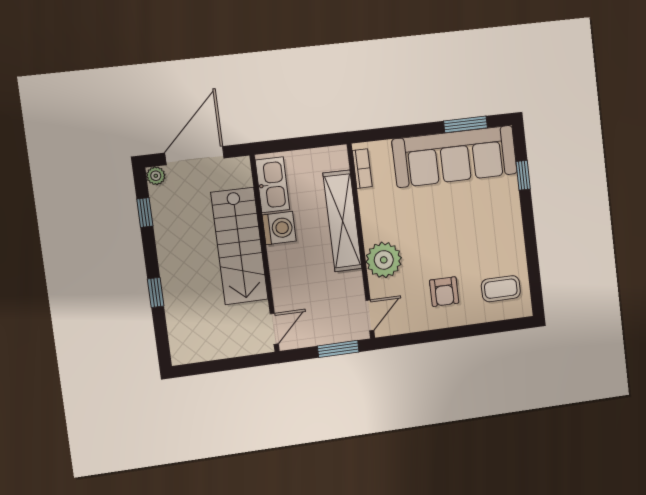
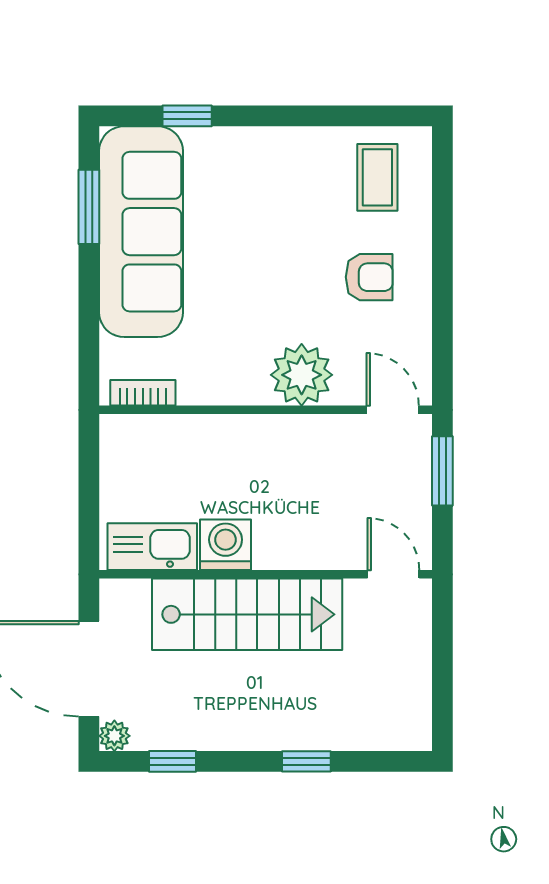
shelving: (342, 221) -> (227, 437), removed

